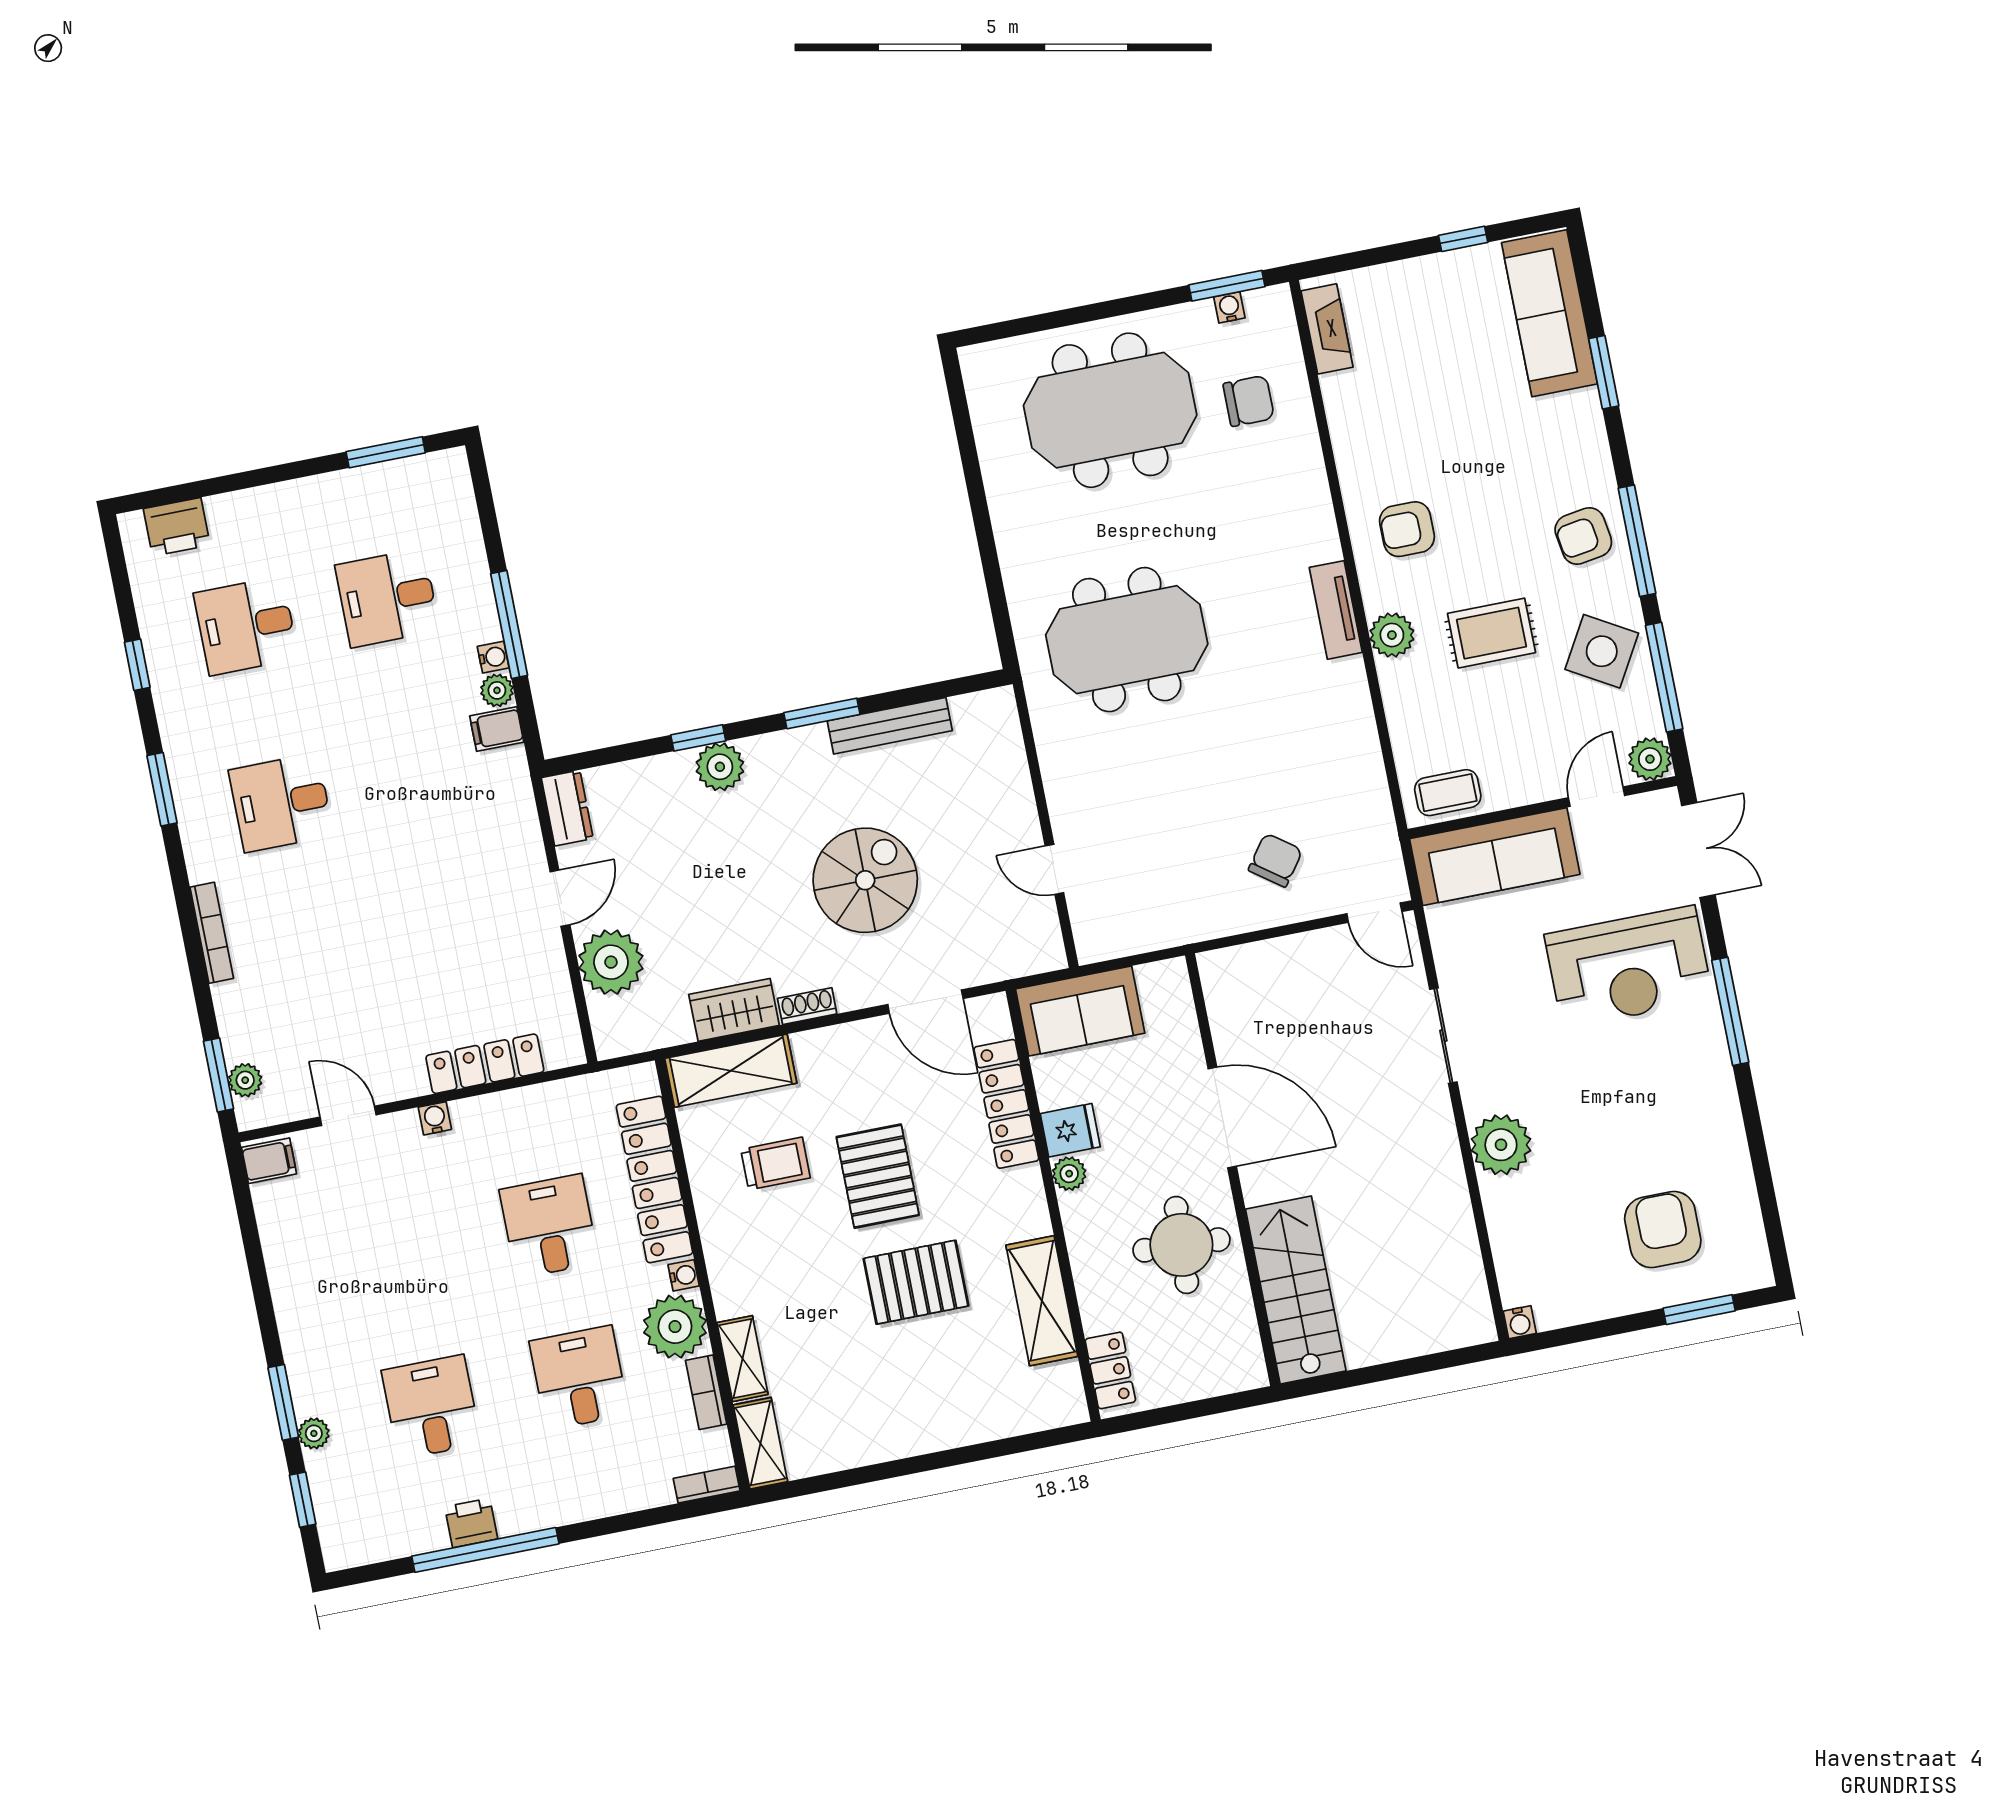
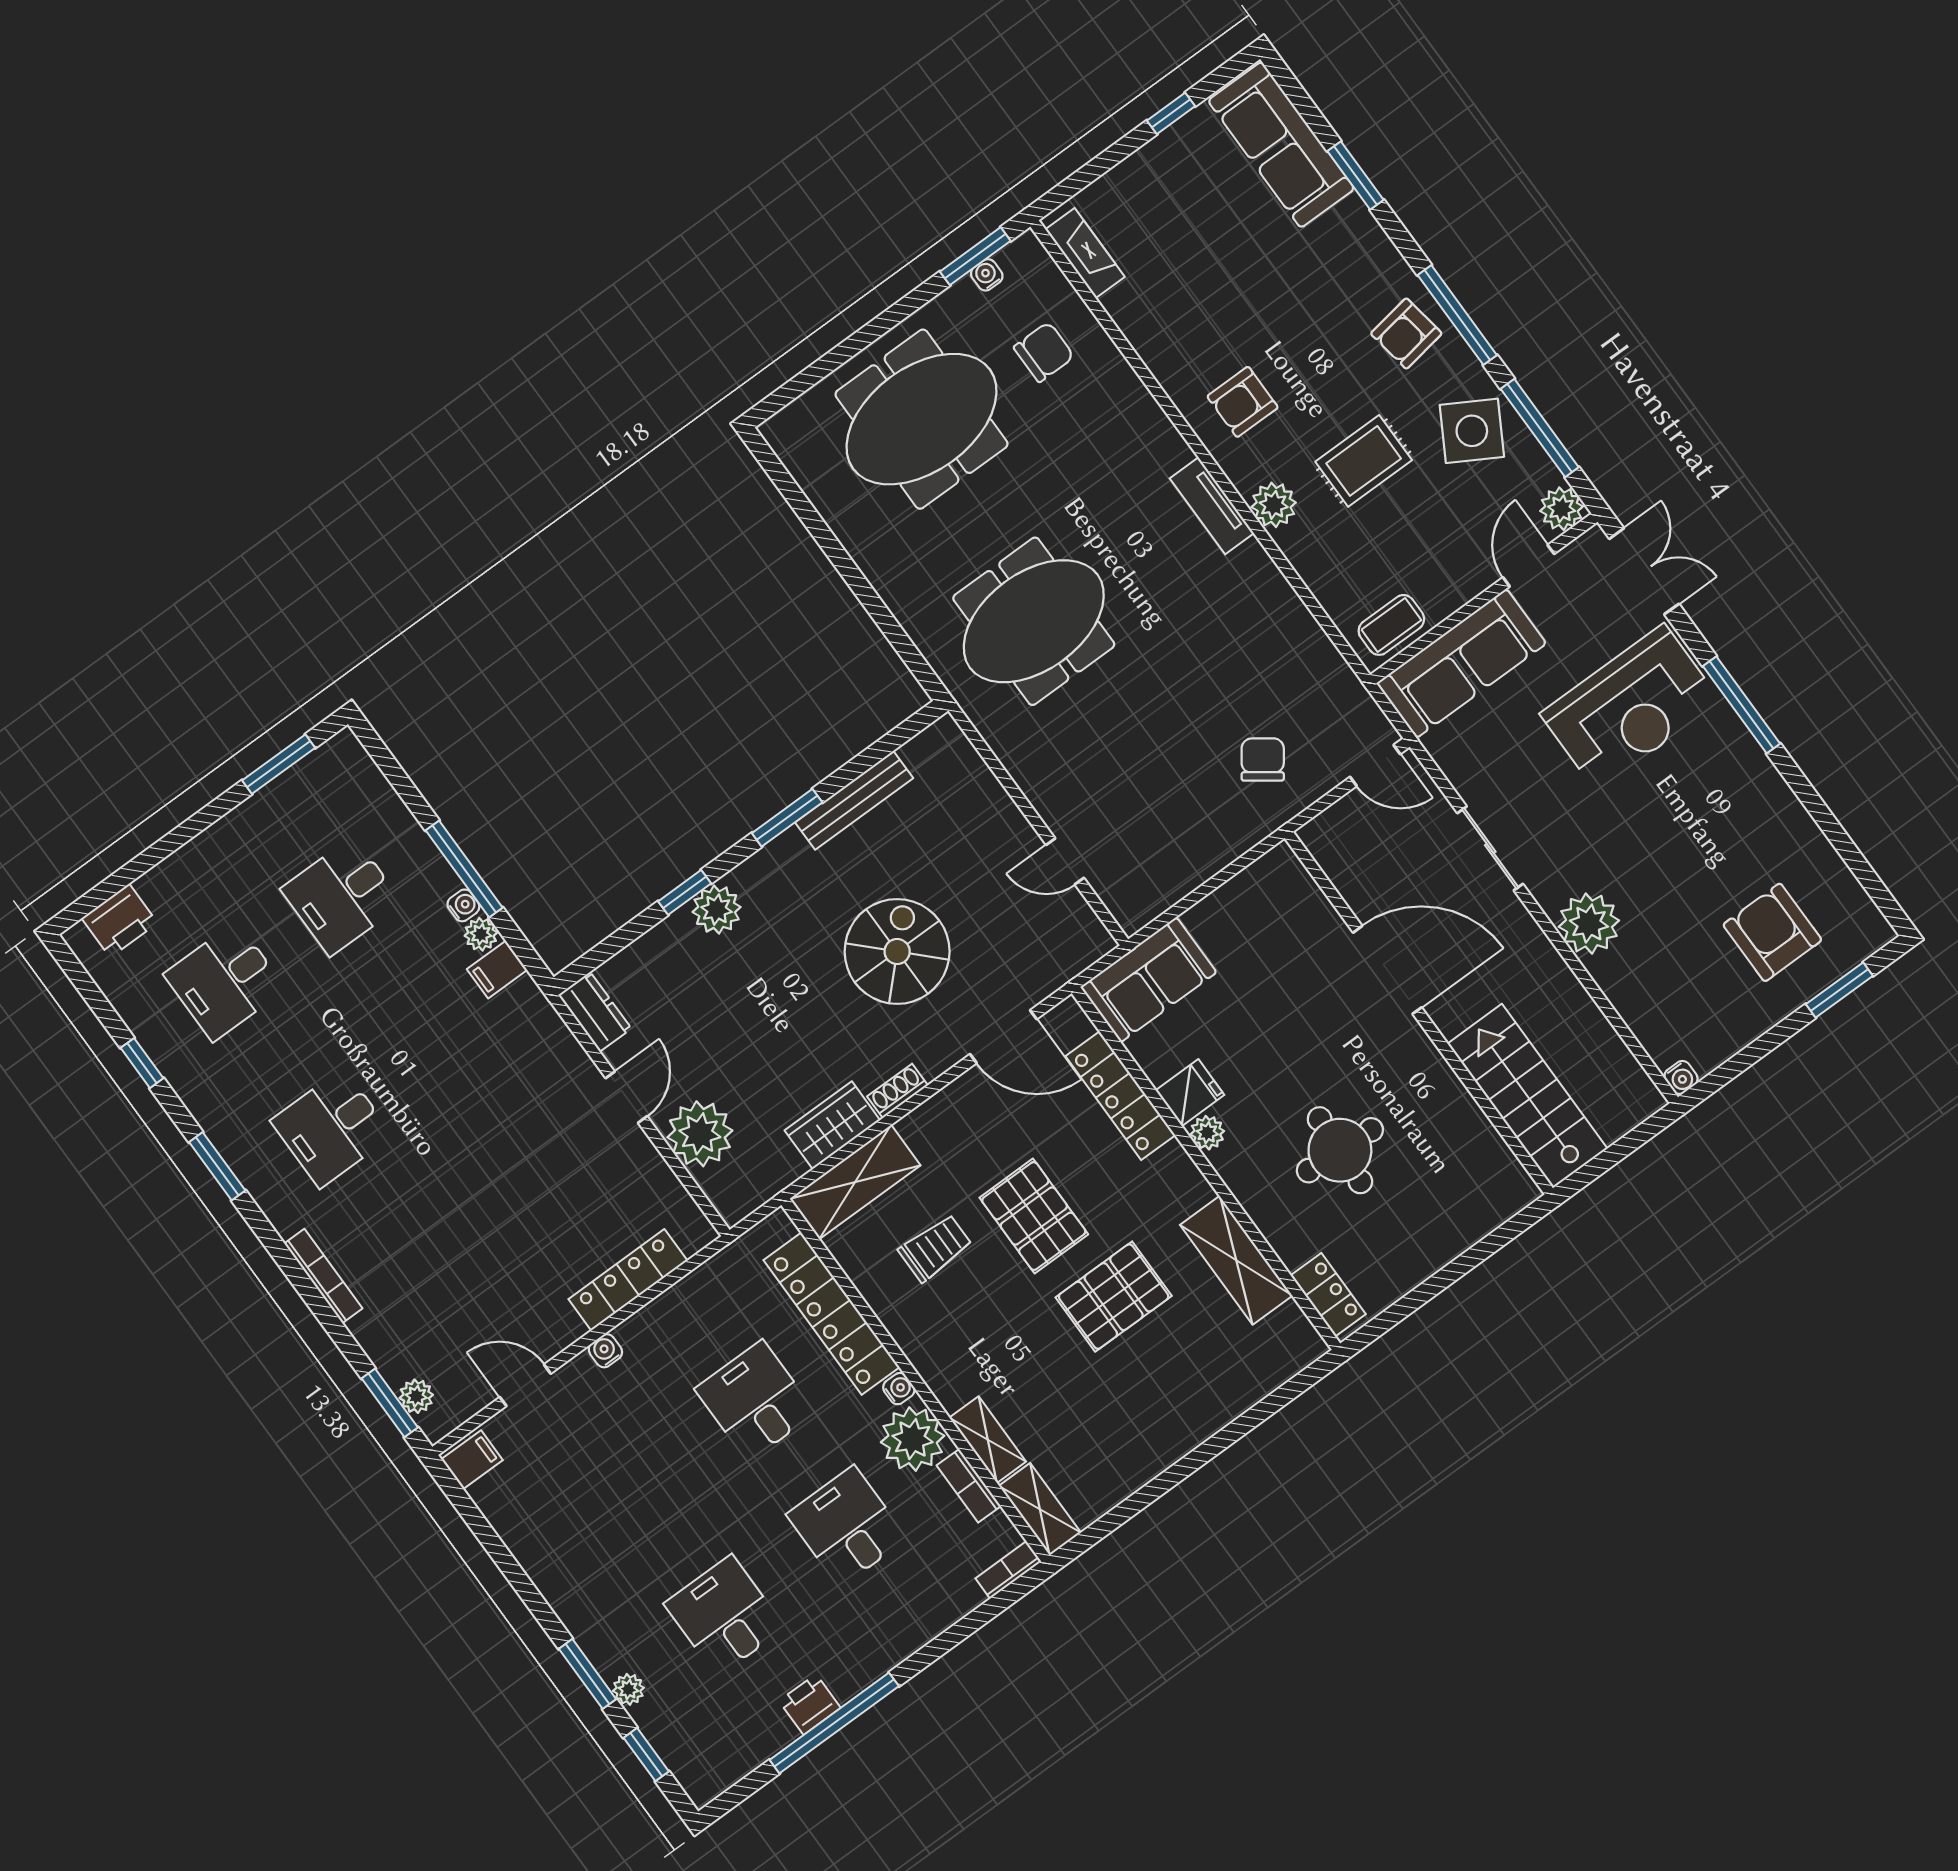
door: (1222, 1117) -> (1387, 970), moved
wall: (1233, 1170) -> (1419, 1013), moved
stairs: (1296, 1290) -> (1527, 1096), moved

